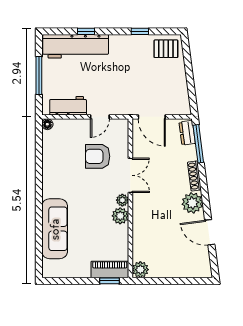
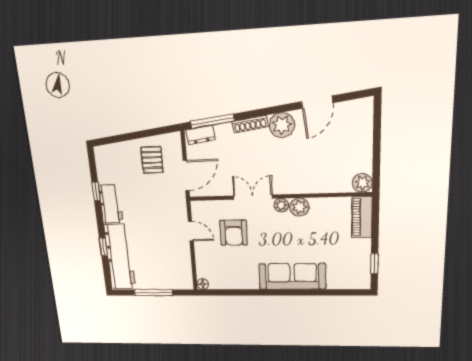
pallet: (166, 49) -> (152, 160), moved
workbench: (68, 106) -> (111, 204), moved, turned 180
sofa: (55, 229) -> (292, 276), moved
window: (109, 281) -> (374, 264), moved

